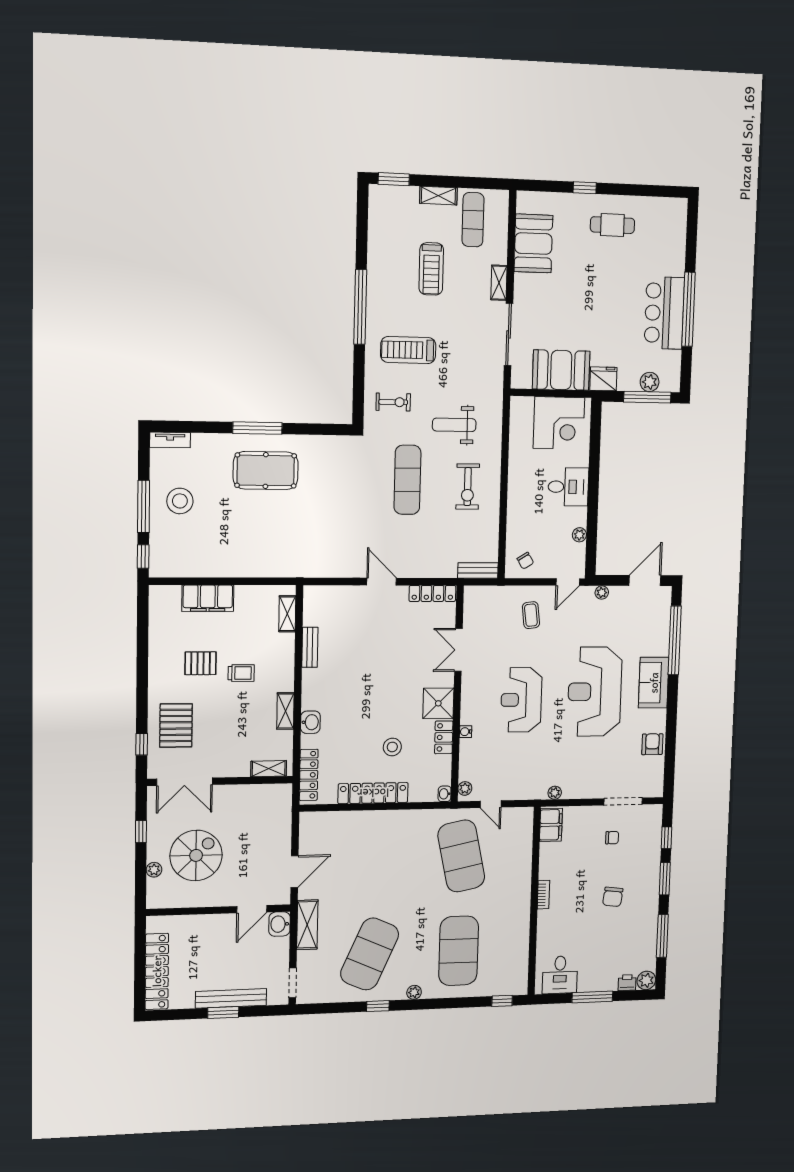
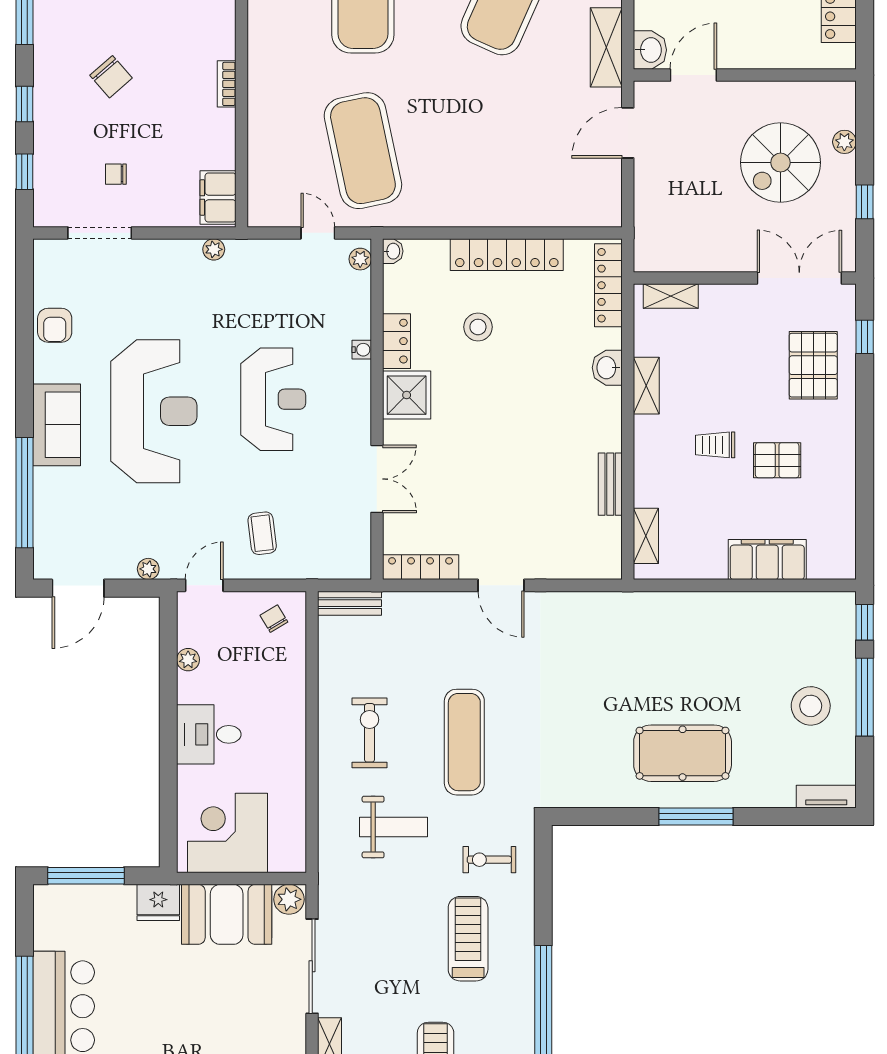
treadmill: (408, 350) -> (468, 939), turned -90
plant: (650, 382) -> (289, 899), moved
window: (665, 879) -> (24, 104), width x0.67
chair: (613, 897) -> (111, 77), turned 132

